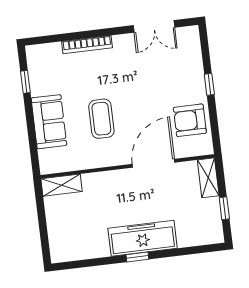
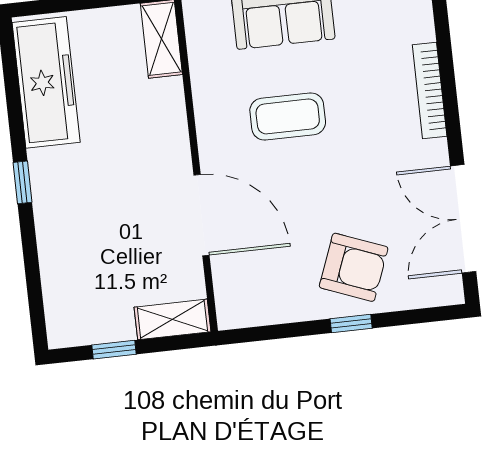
double door: (154, 26) -> (463, 219), width x1.37
armchair: (190, 120) -> (354, 267), moved, turned 111
freezer: (143, 238) -> (46, 82), moved

